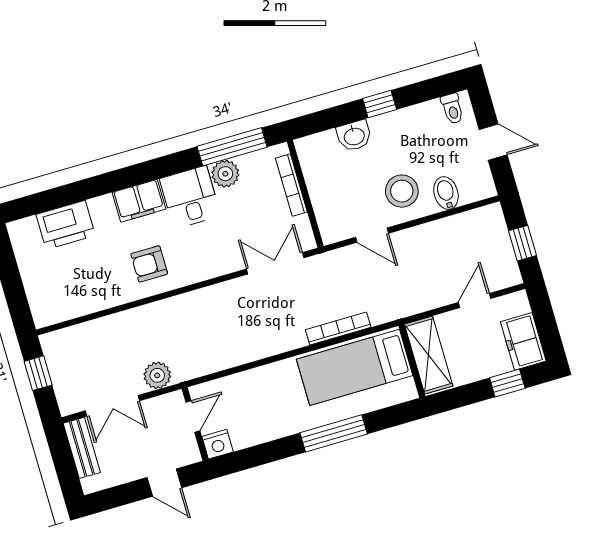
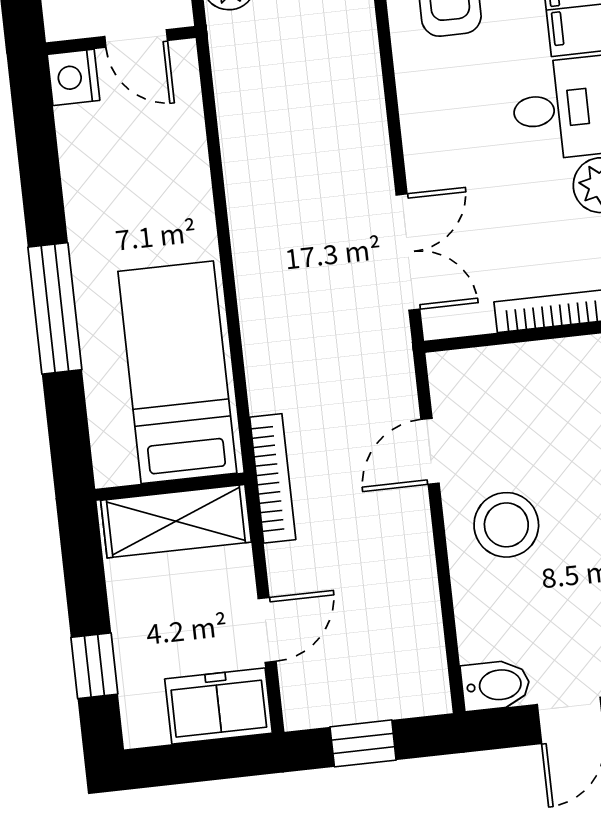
bidet: (446, 193) -> (496, 685), moved
door: (475, 301) -> (267, 630), hinge flipped
bookcase: (338, 328) -> (273, 478), moved
freezer: (523, 341) -> (219, 706), moved

